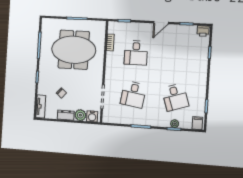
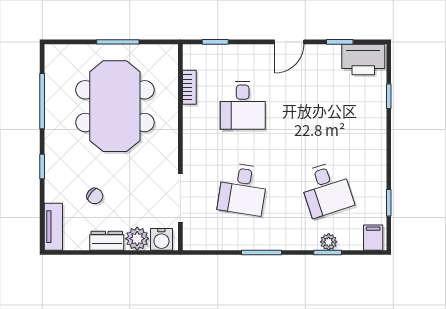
printer: (203, 31) -> (363, 59), width x1.87, depth x1.48
meeting table: (74, 50) -> (115, 106), turned 90

